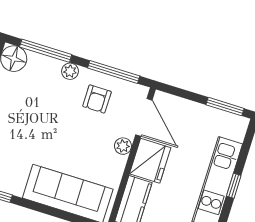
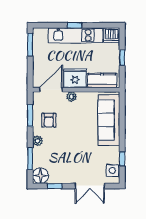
window: (46, 51) -> (30, 159), width x0.69
window: (114, 72) -> (30, 115), width x0.69
armchair: (97, 99) -> (49, 120), turned 90

